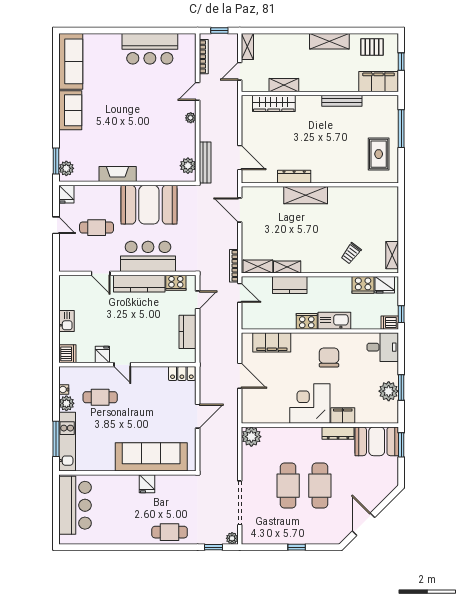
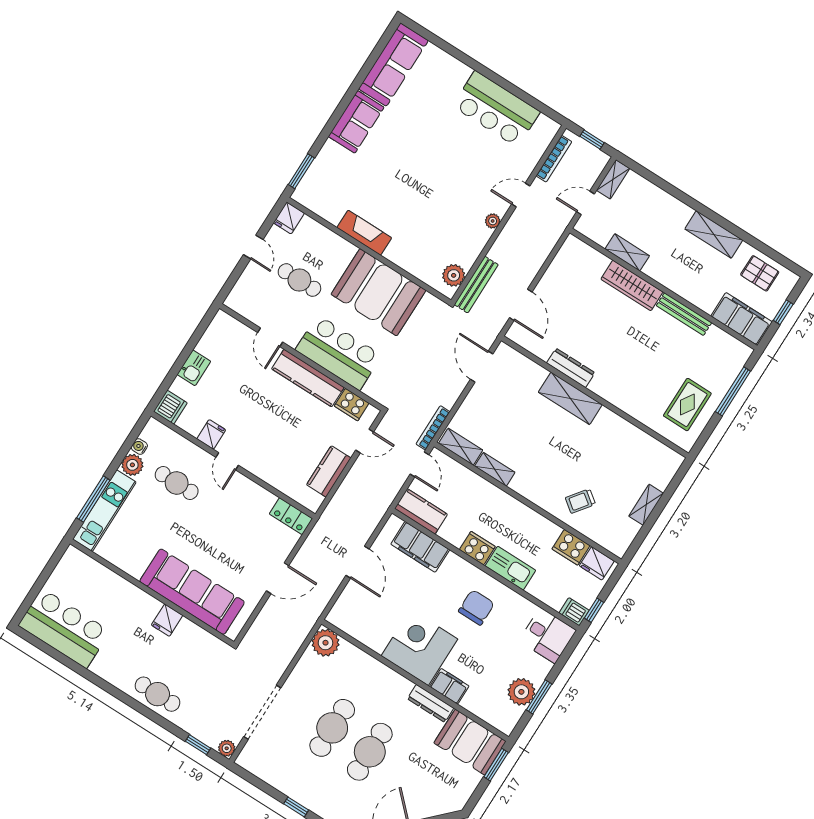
wardrobe: (274, 103) -> (632, 285), moved
plant: (66, 168) -> (308, 188), removed
shelving: (392, 255) -> (646, 505), moved
kitchen counter: (290, 285) -> (421, 511), moved, turned 180
bar counter: (75, 505) -> (64, 628), moved, turned -90

